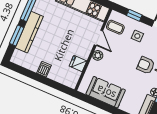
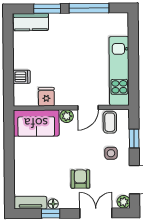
kitchen counter: (29, 32) -> (31, 22), moved, width x0.67
dishwasher: (44, 69) -> (22, 77), moved
sofa: (106, 92) -> (36, 123), moved, turned 90

